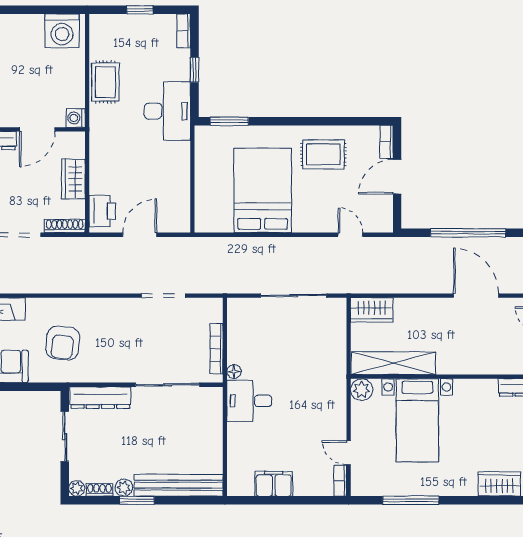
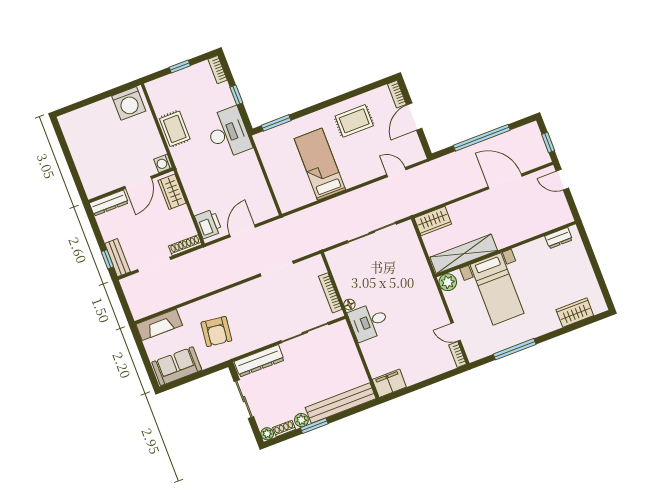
wardrobe: (73, 179) -> (172, 192), moved
bed: (263, 190) -> (320, 164), width x0.67
filing cabinet: (274, 484) -> (389, 383), moved

